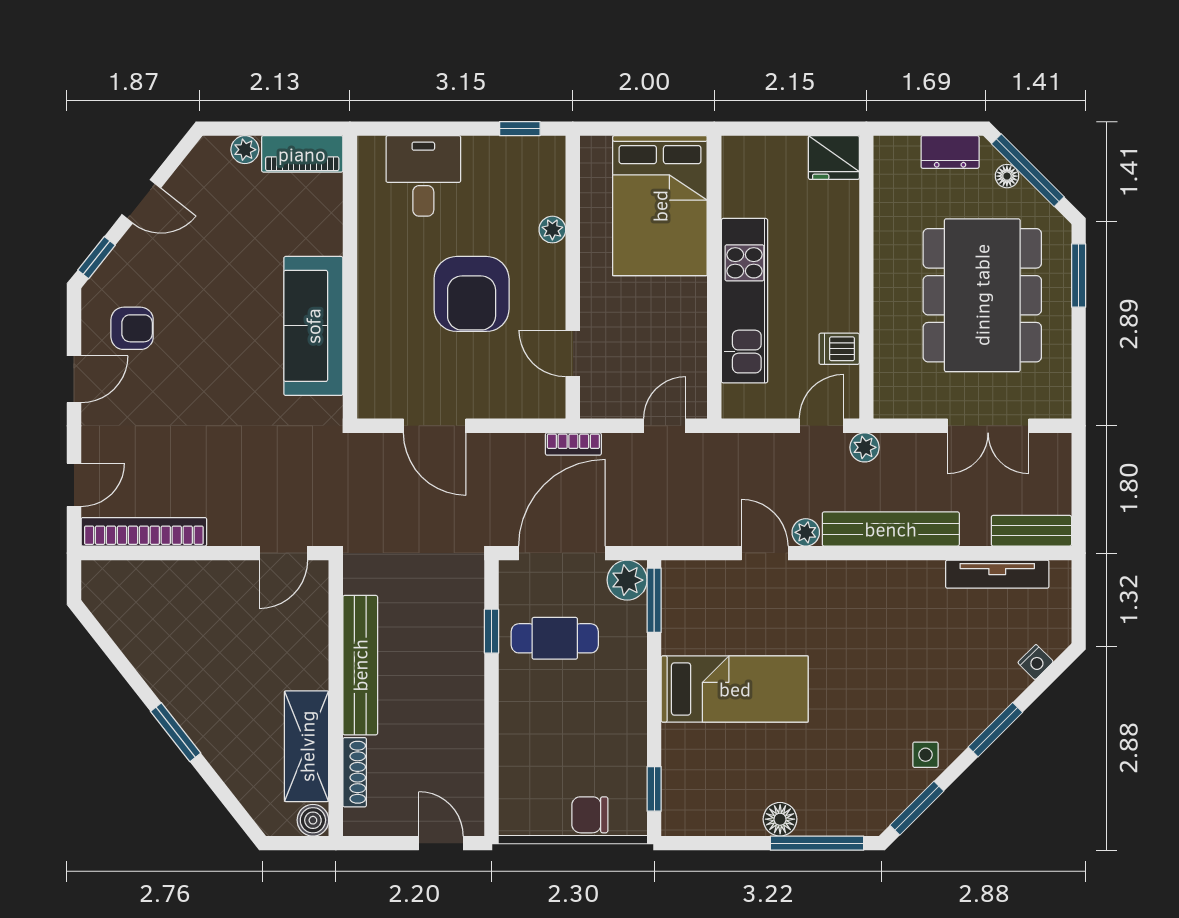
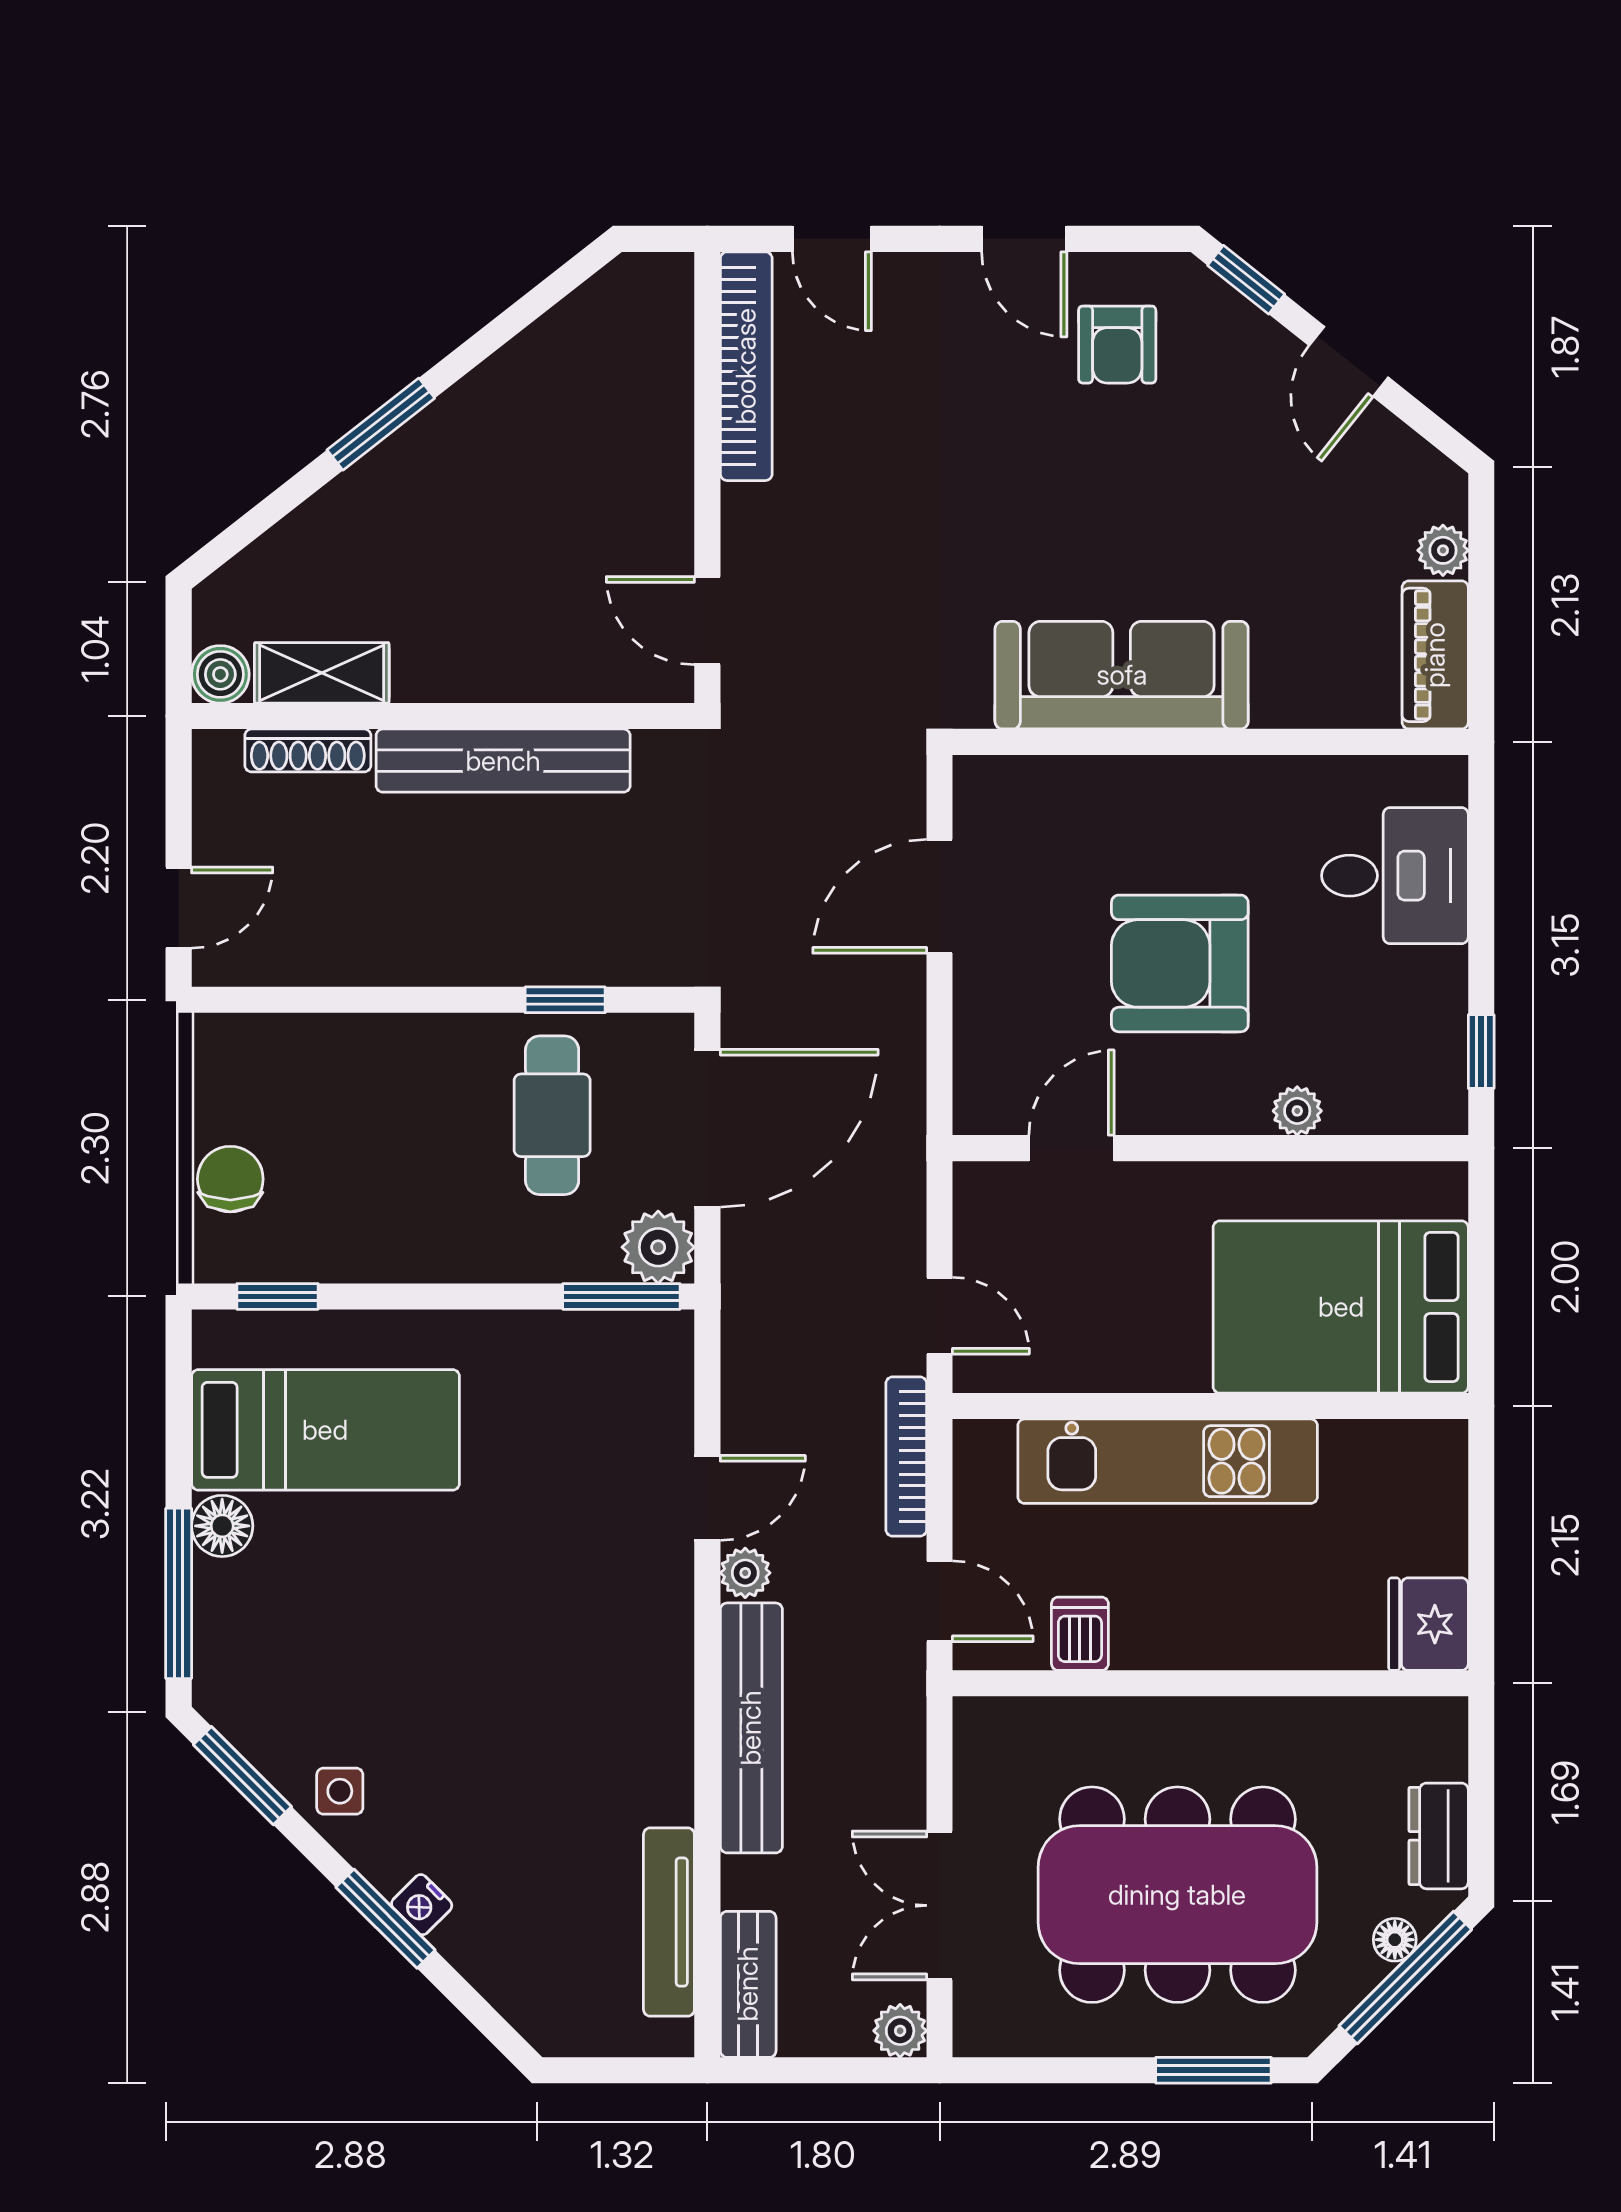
bookcase: (573, 444) -> (906, 1457), moved, width x1.56
plant: (865, 447) -> (900, 2031), moved
door: (562, 553) -> (707, 1128), hinge flipped
nightstand: (1035, 662) -> (422, 1905), moved
bed: (735, 689) -> (325, 1430), moved, turned -90
shelving: (307, 746) -> (322, 673), width x0.67, depth x0.75

